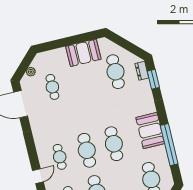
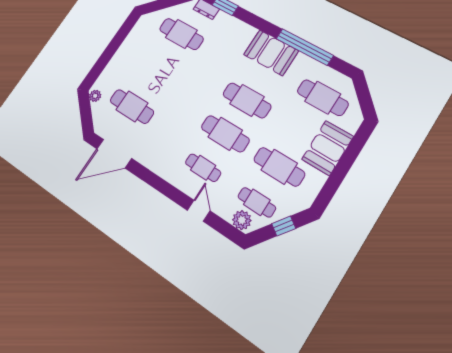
booth: (83, 53) -> (134, 47), removed
plant: (31, 72) -> (95, 96), moved
cafe table: (52, 87) -> (132, 106), width x1.37, depth x1.35

